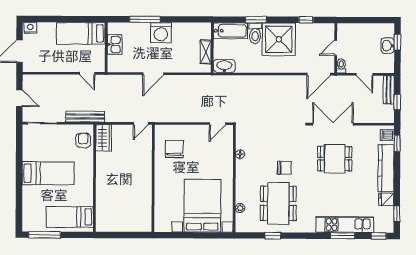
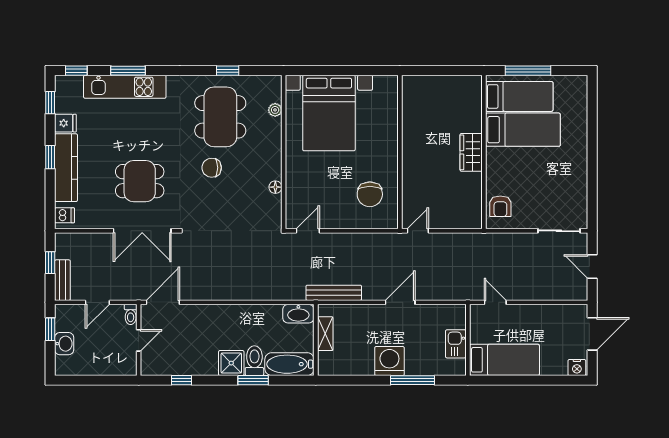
shower: (279, 39) -> (231, 363), width x0.54, depth x0.54
window: (397, 42) -> (50, 329), moved
door: (364, 74) -> (97, 302), swing flipped
bench: (85, 117) -> (334, 293), moved
wardrobe: (104, 138) -> (471, 152), moved
window: (397, 143) -> (50, 157), moved
bed: (48, 173) -> (523, 130), moved, turned 180
window: (45, 235) -> (528, 71), moved

